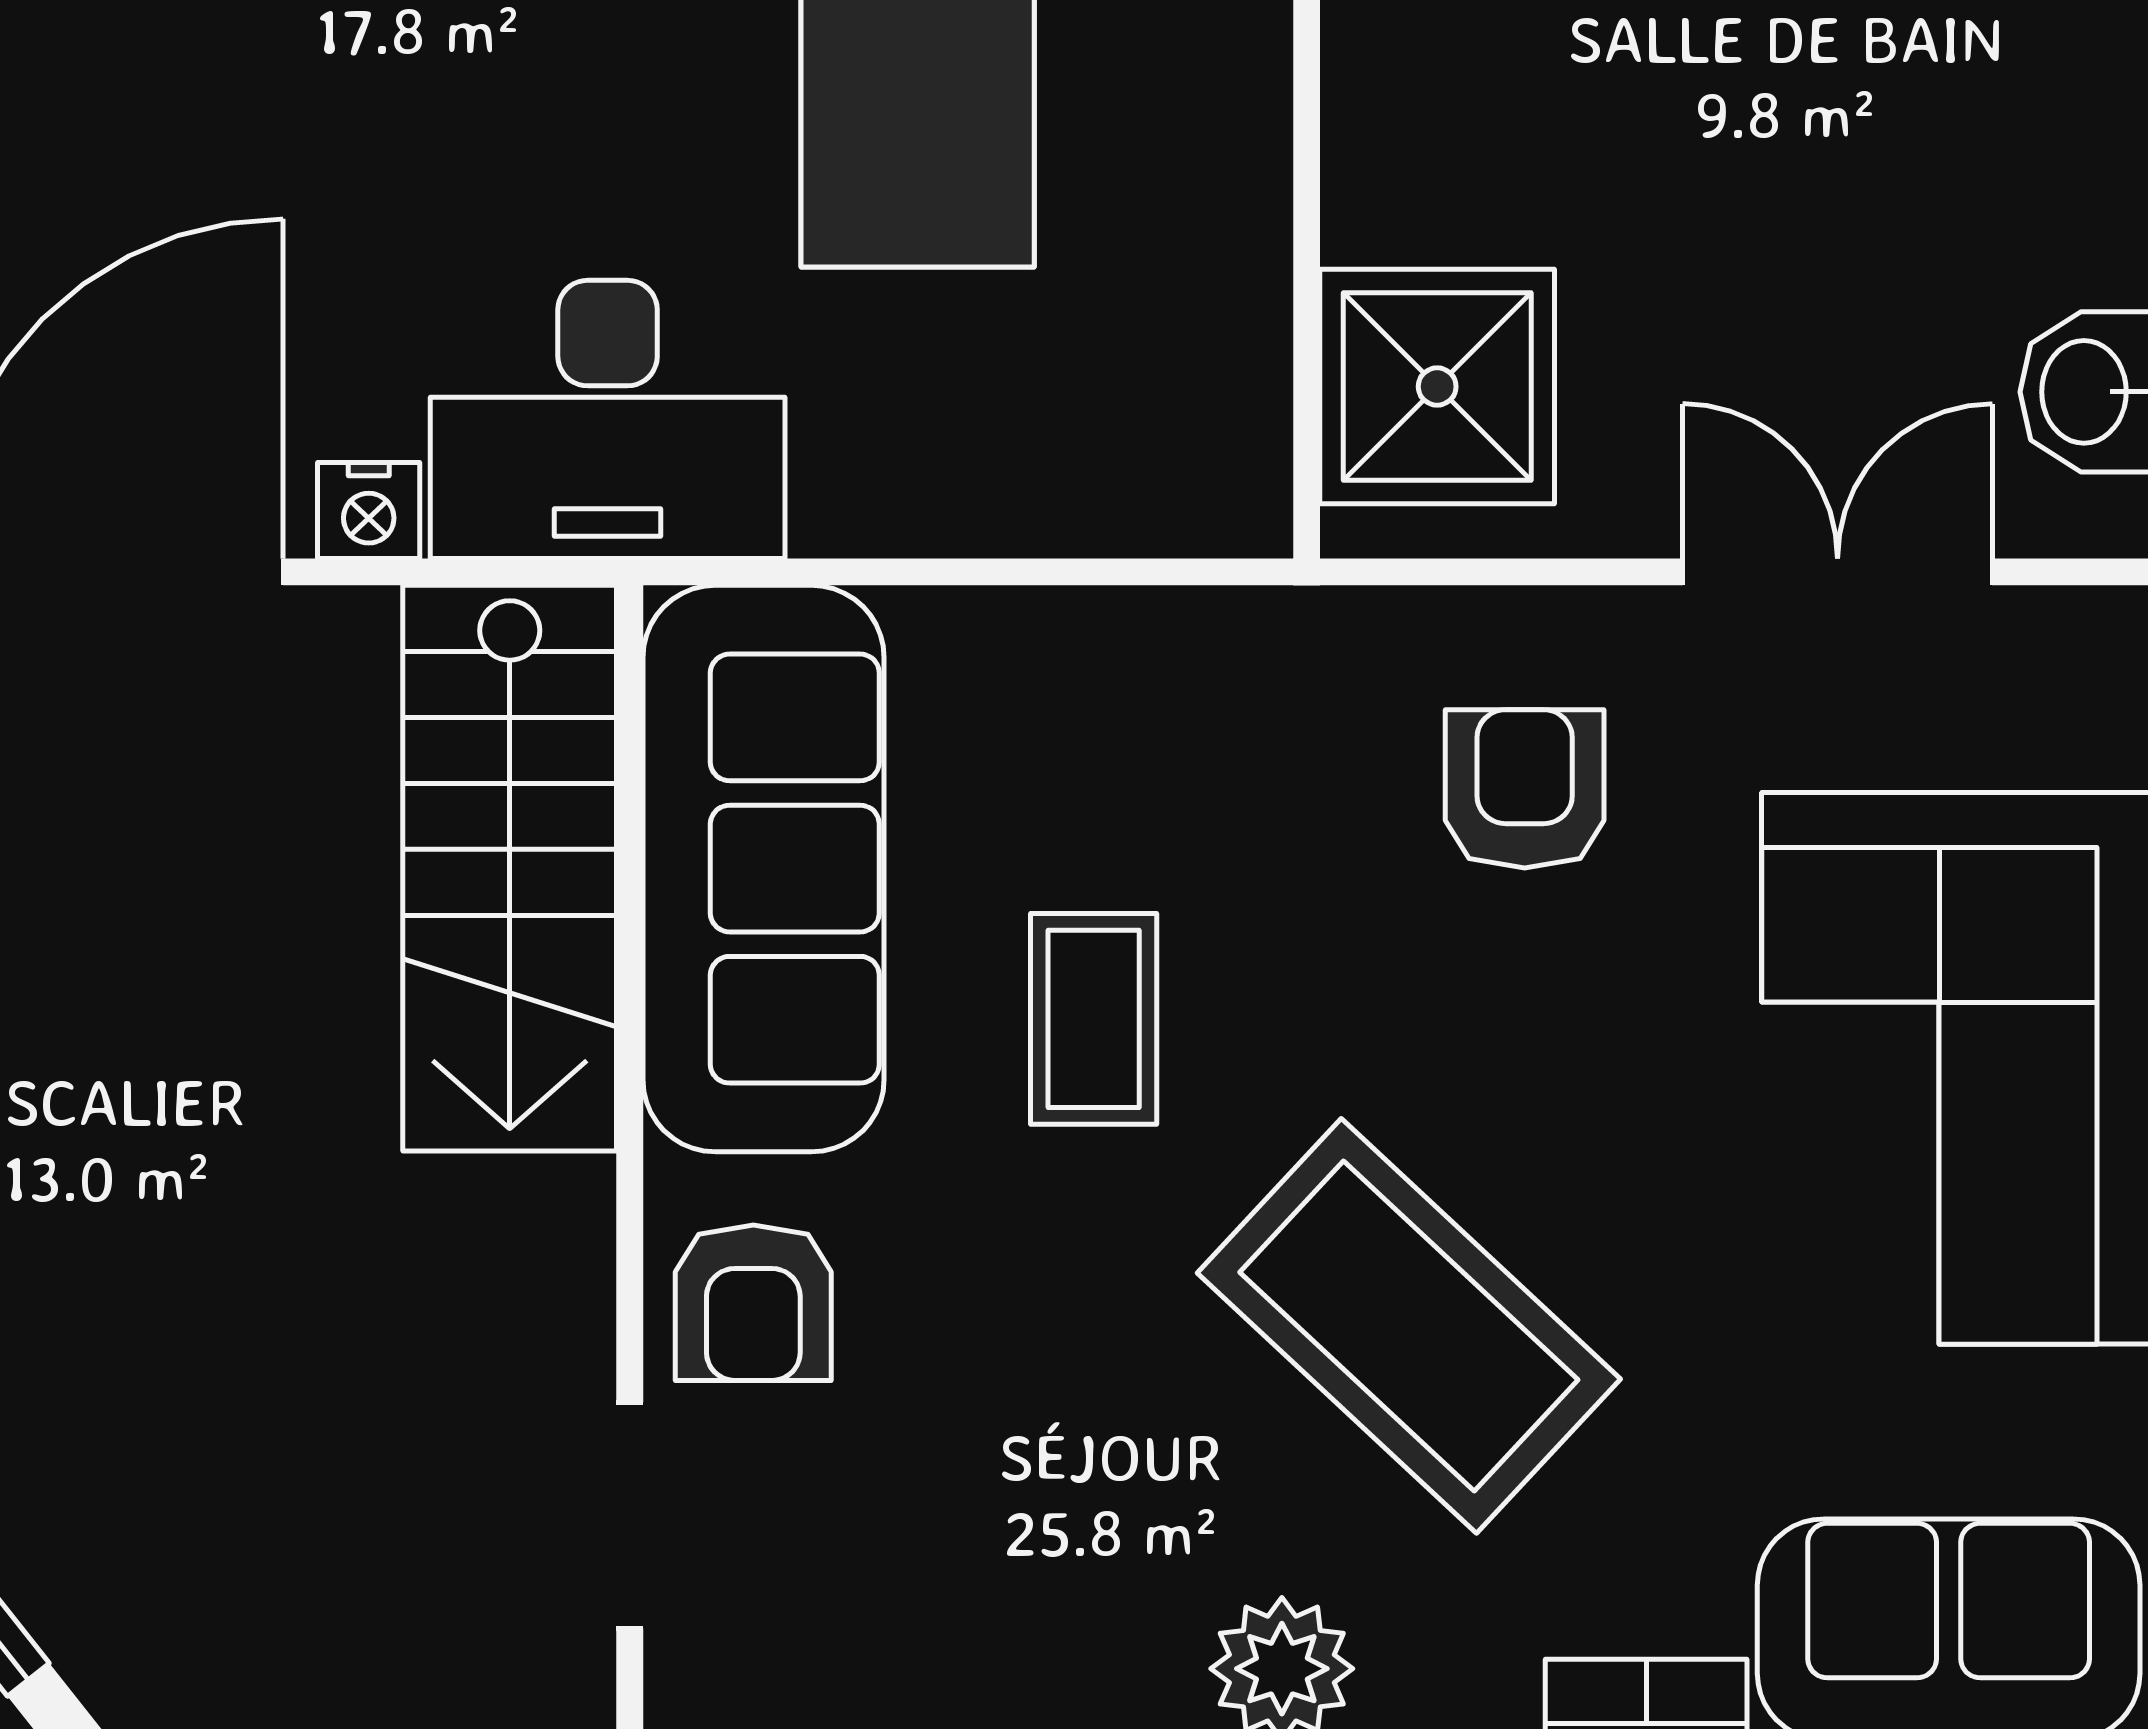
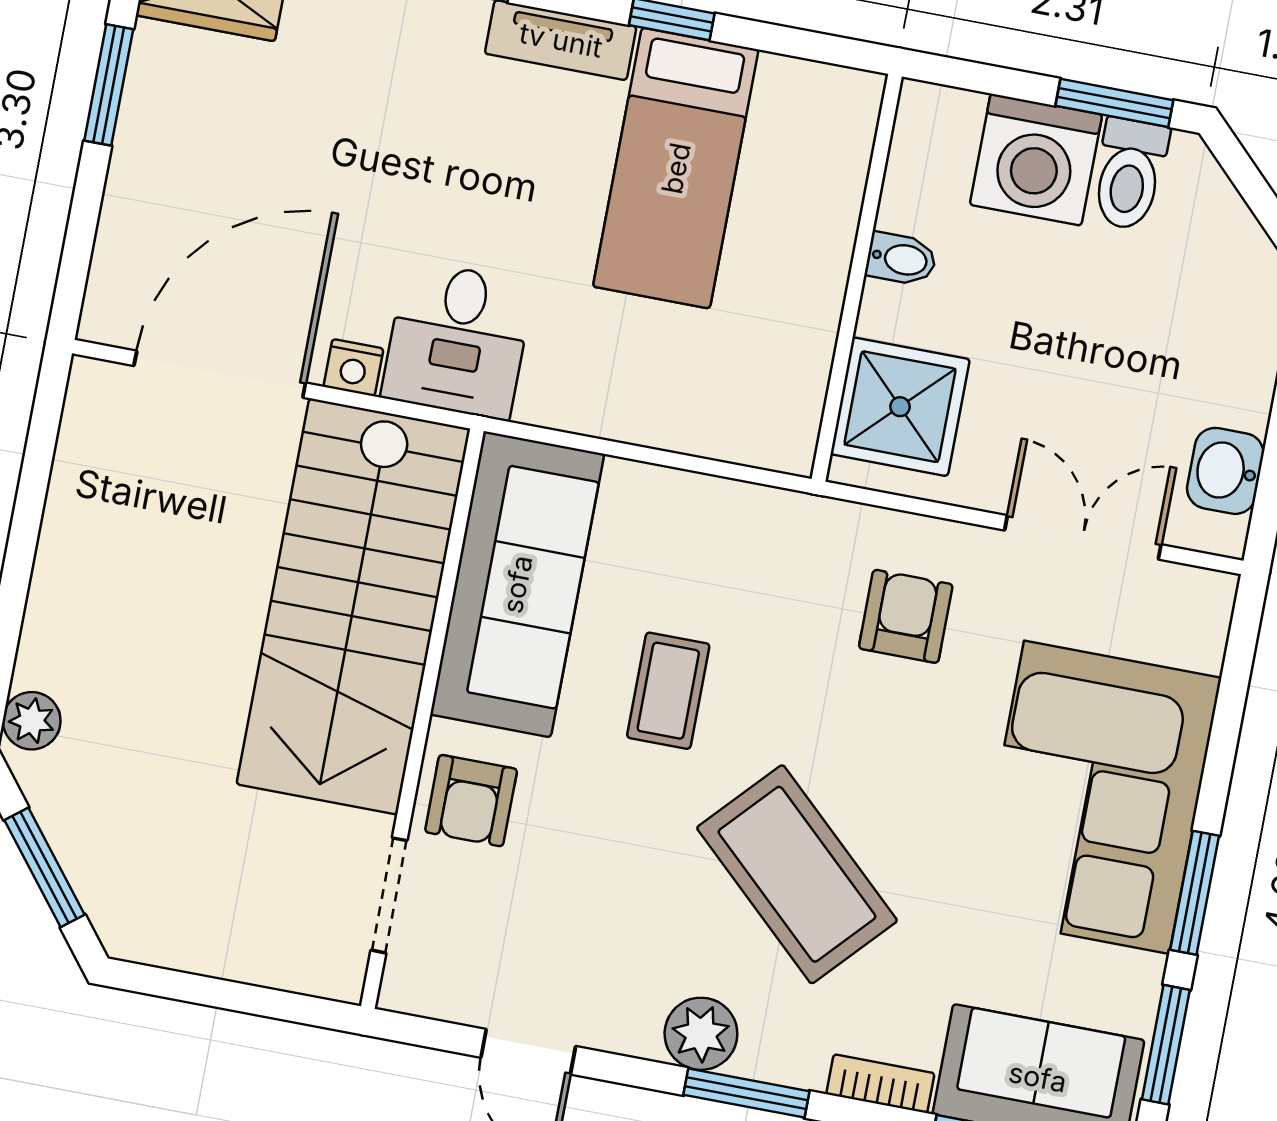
bidet: (1386, 101) -> (901, 259), added
desk: (608, 419) -> (458, 340), width x0.73
stairs: (510, 868) -> (353, 606), width x1.36, depth x1.51

